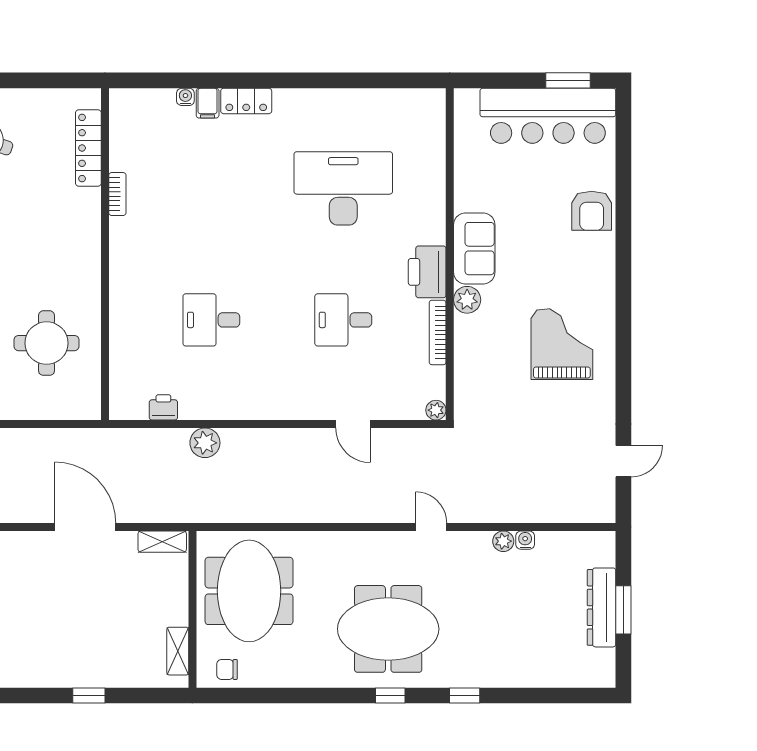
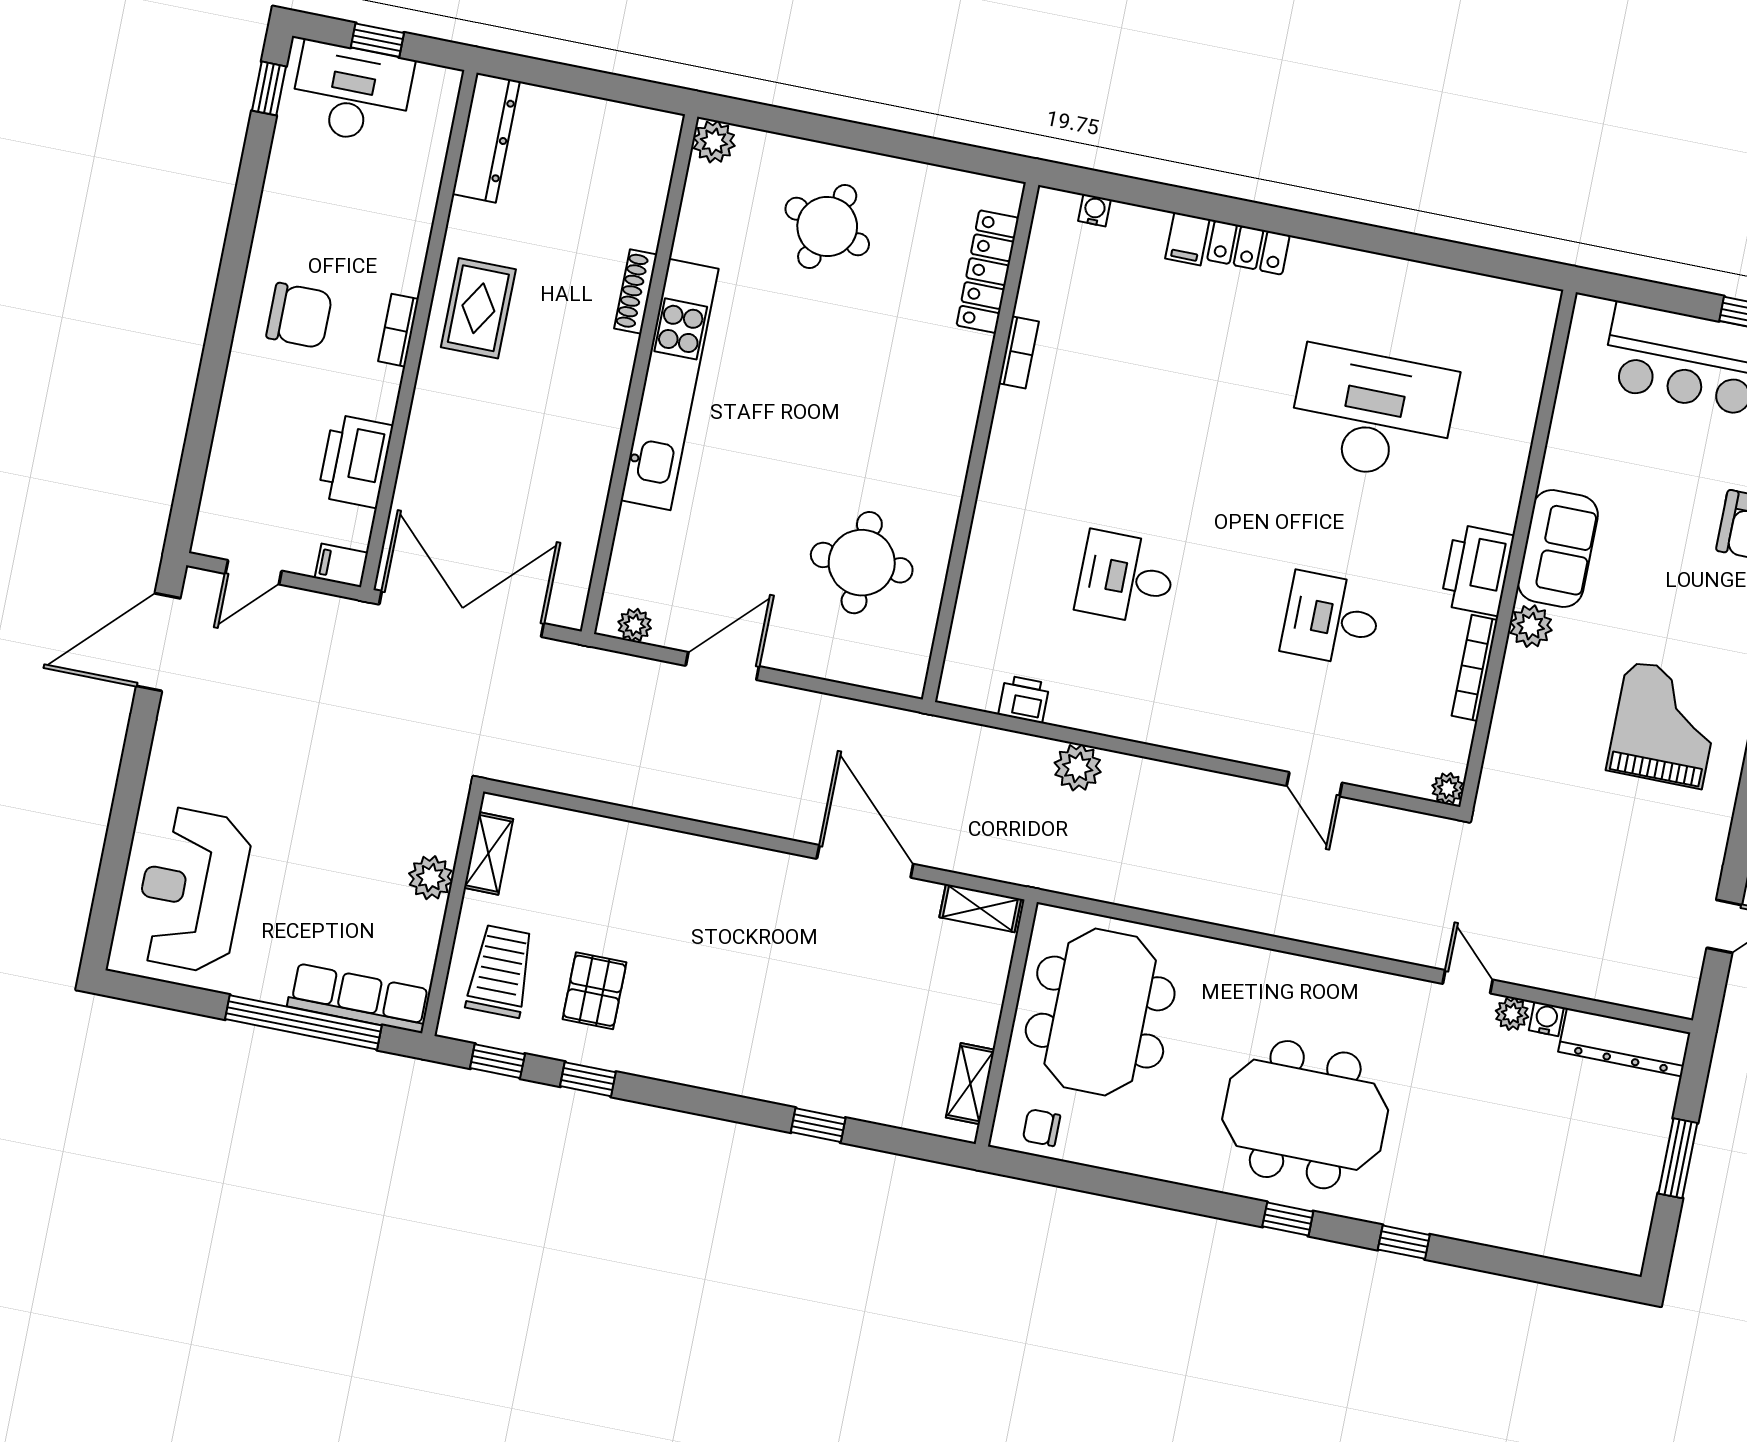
water cooler: (185, 97) -> (1095, 210), moved
door: (431, 527) -> (1468, 982), moved
dresser: (602, 607) -> (1624, 1042), moved, turned -90

